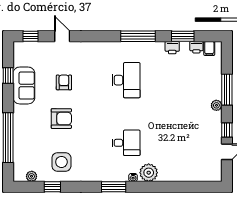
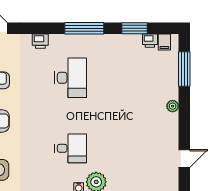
printer: (172, 48) -> (40, 41), moved
window: (227, 90) -> (184, 69), moved
window: (227, 130) -> (184, 134), removed

